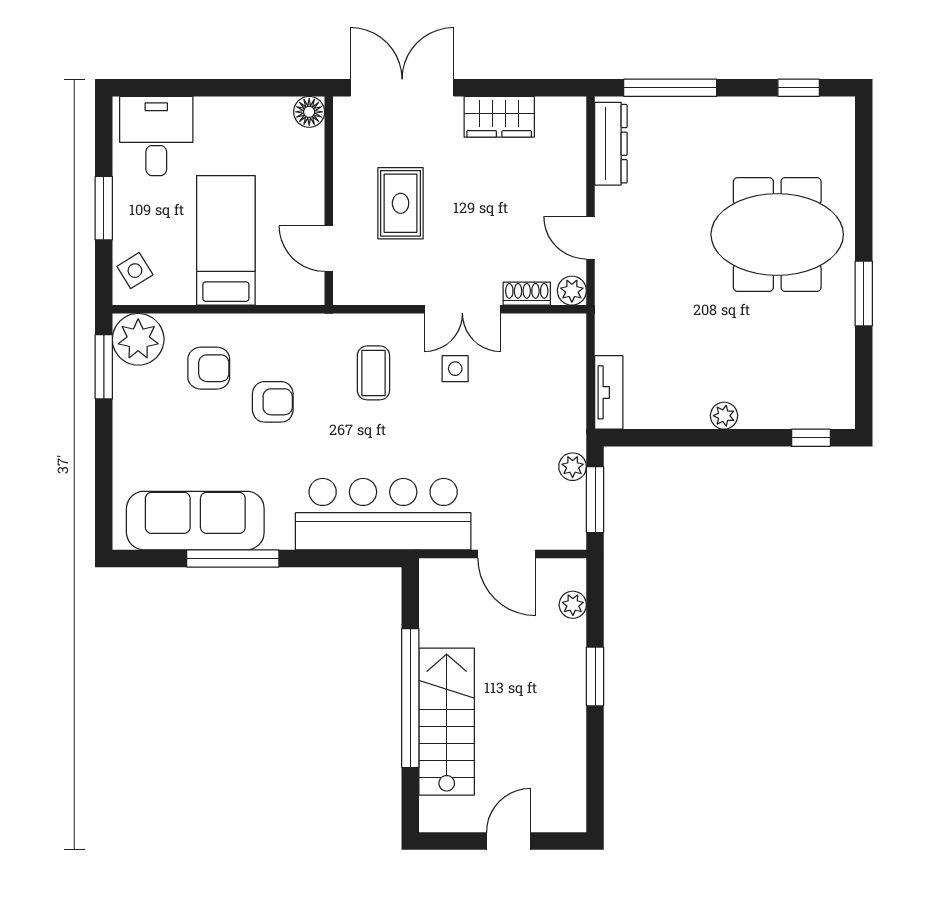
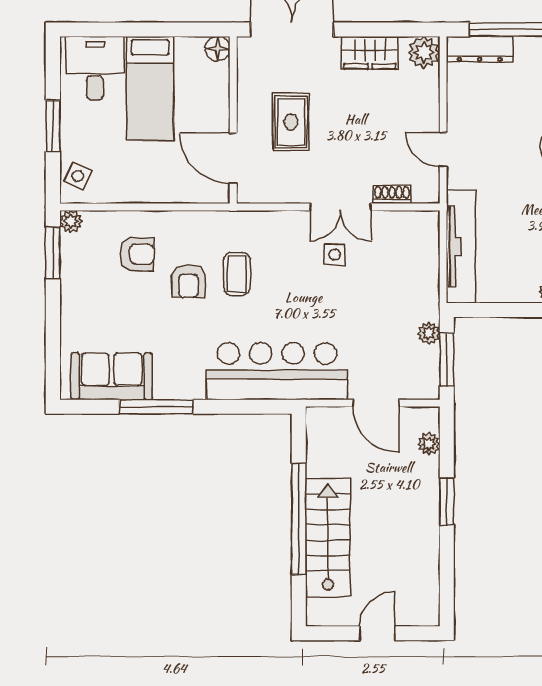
dresser: (611, 144) -> (480, 49), moved, turned 90
bed: (226, 240) -> (150, 88), moved, turned 180
door: (329, 249) -> (233, 158), width x1.38
side table: (135, 271) -> (78, 176), turned -32
plant: (572, 291) -> (424, 52), moved, width x1.38, depth x1.38
plant: (138, 339) -> (71, 221), width x0.53, depth x0.53
coffee table: (373, 373) -> (237, 274), moved
tv unit: (609, 392) -> (461, 247), width x1.92, depth x1.29
armchair: (273, 402) -> (188, 281), turned 90
sofa: (195, 521) -> (112, 376), width x0.73

